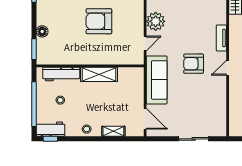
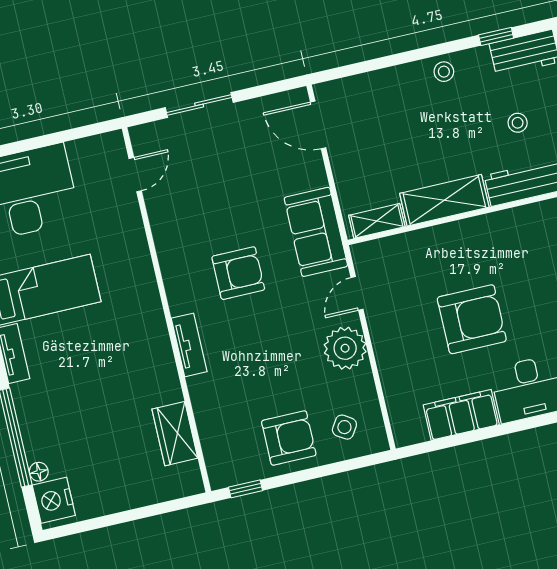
door: (228, 68) -> (135, 175), moved
sofa: (157, 80) -> (316, 232), width x0.73
shelving: (113, 131) -> (377, 221), moved
window: (50, 139) -> (496, 36), moved

